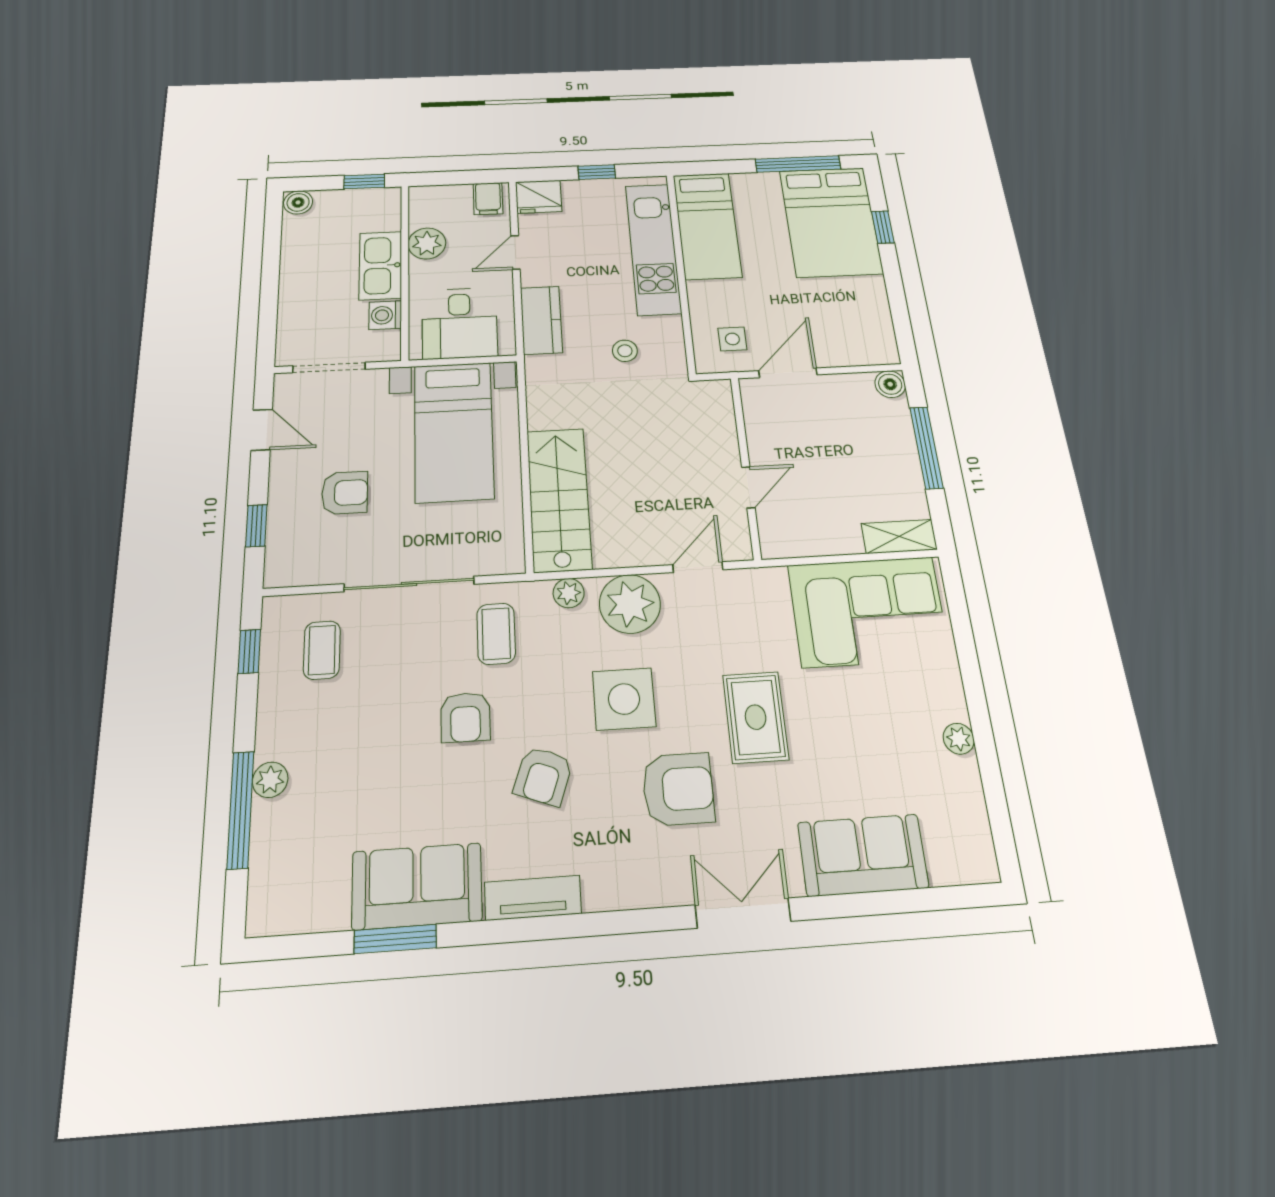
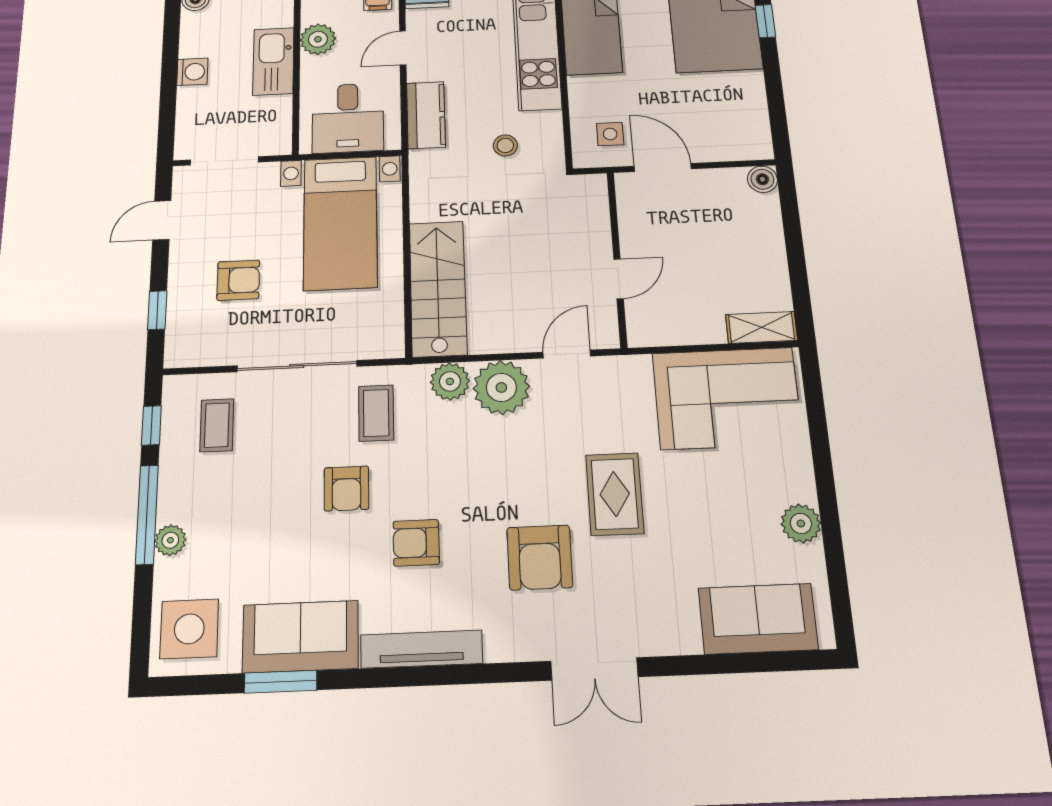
washing machine: (385, 315) -> (192, 72), moved, turned 180
door: (788, 373) -> (663, 168), hinge flipped
door: (262, 430) -> (162, 220), swing flipped
window: (926, 448) -> (794, 242), removed
plant: (569, 593) -> (450, 381), width x1.38, depth x1.38
side table: (624, 699) -> (189, 629), moved
plant: (959, 739) -> (801, 523), width x1.38, depth x1.38
armchair: (543, 776) -> (416, 543), turned 70
armchair: (678, 789) -> (540, 557), turned 90
window: (241, 810) -> (147, 515), moved
sofa: (863, 855) -> (758, 619), moved
tv unit: (533, 898) -> (422, 649), width x1.41
double door: (743, 913) -> (594, 669), swing flipped

